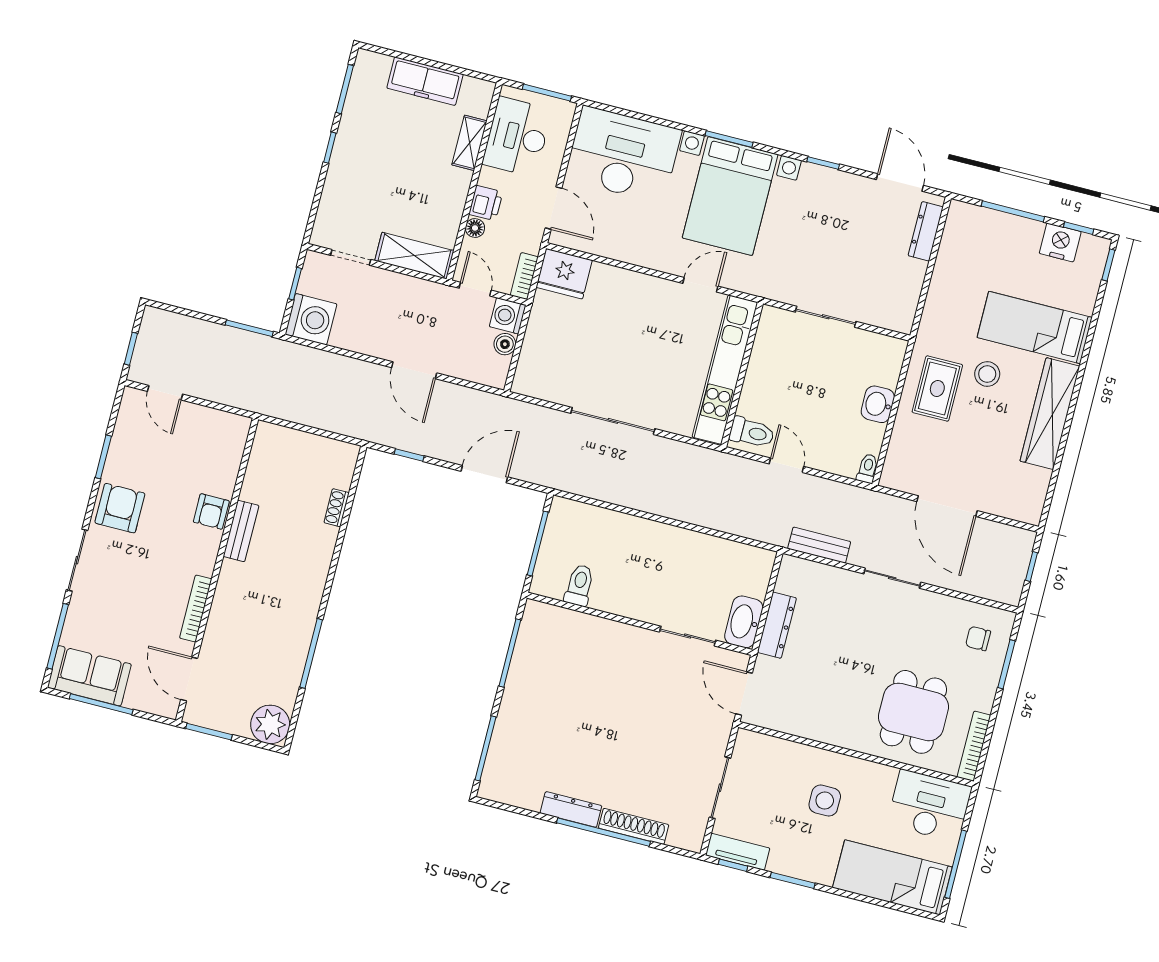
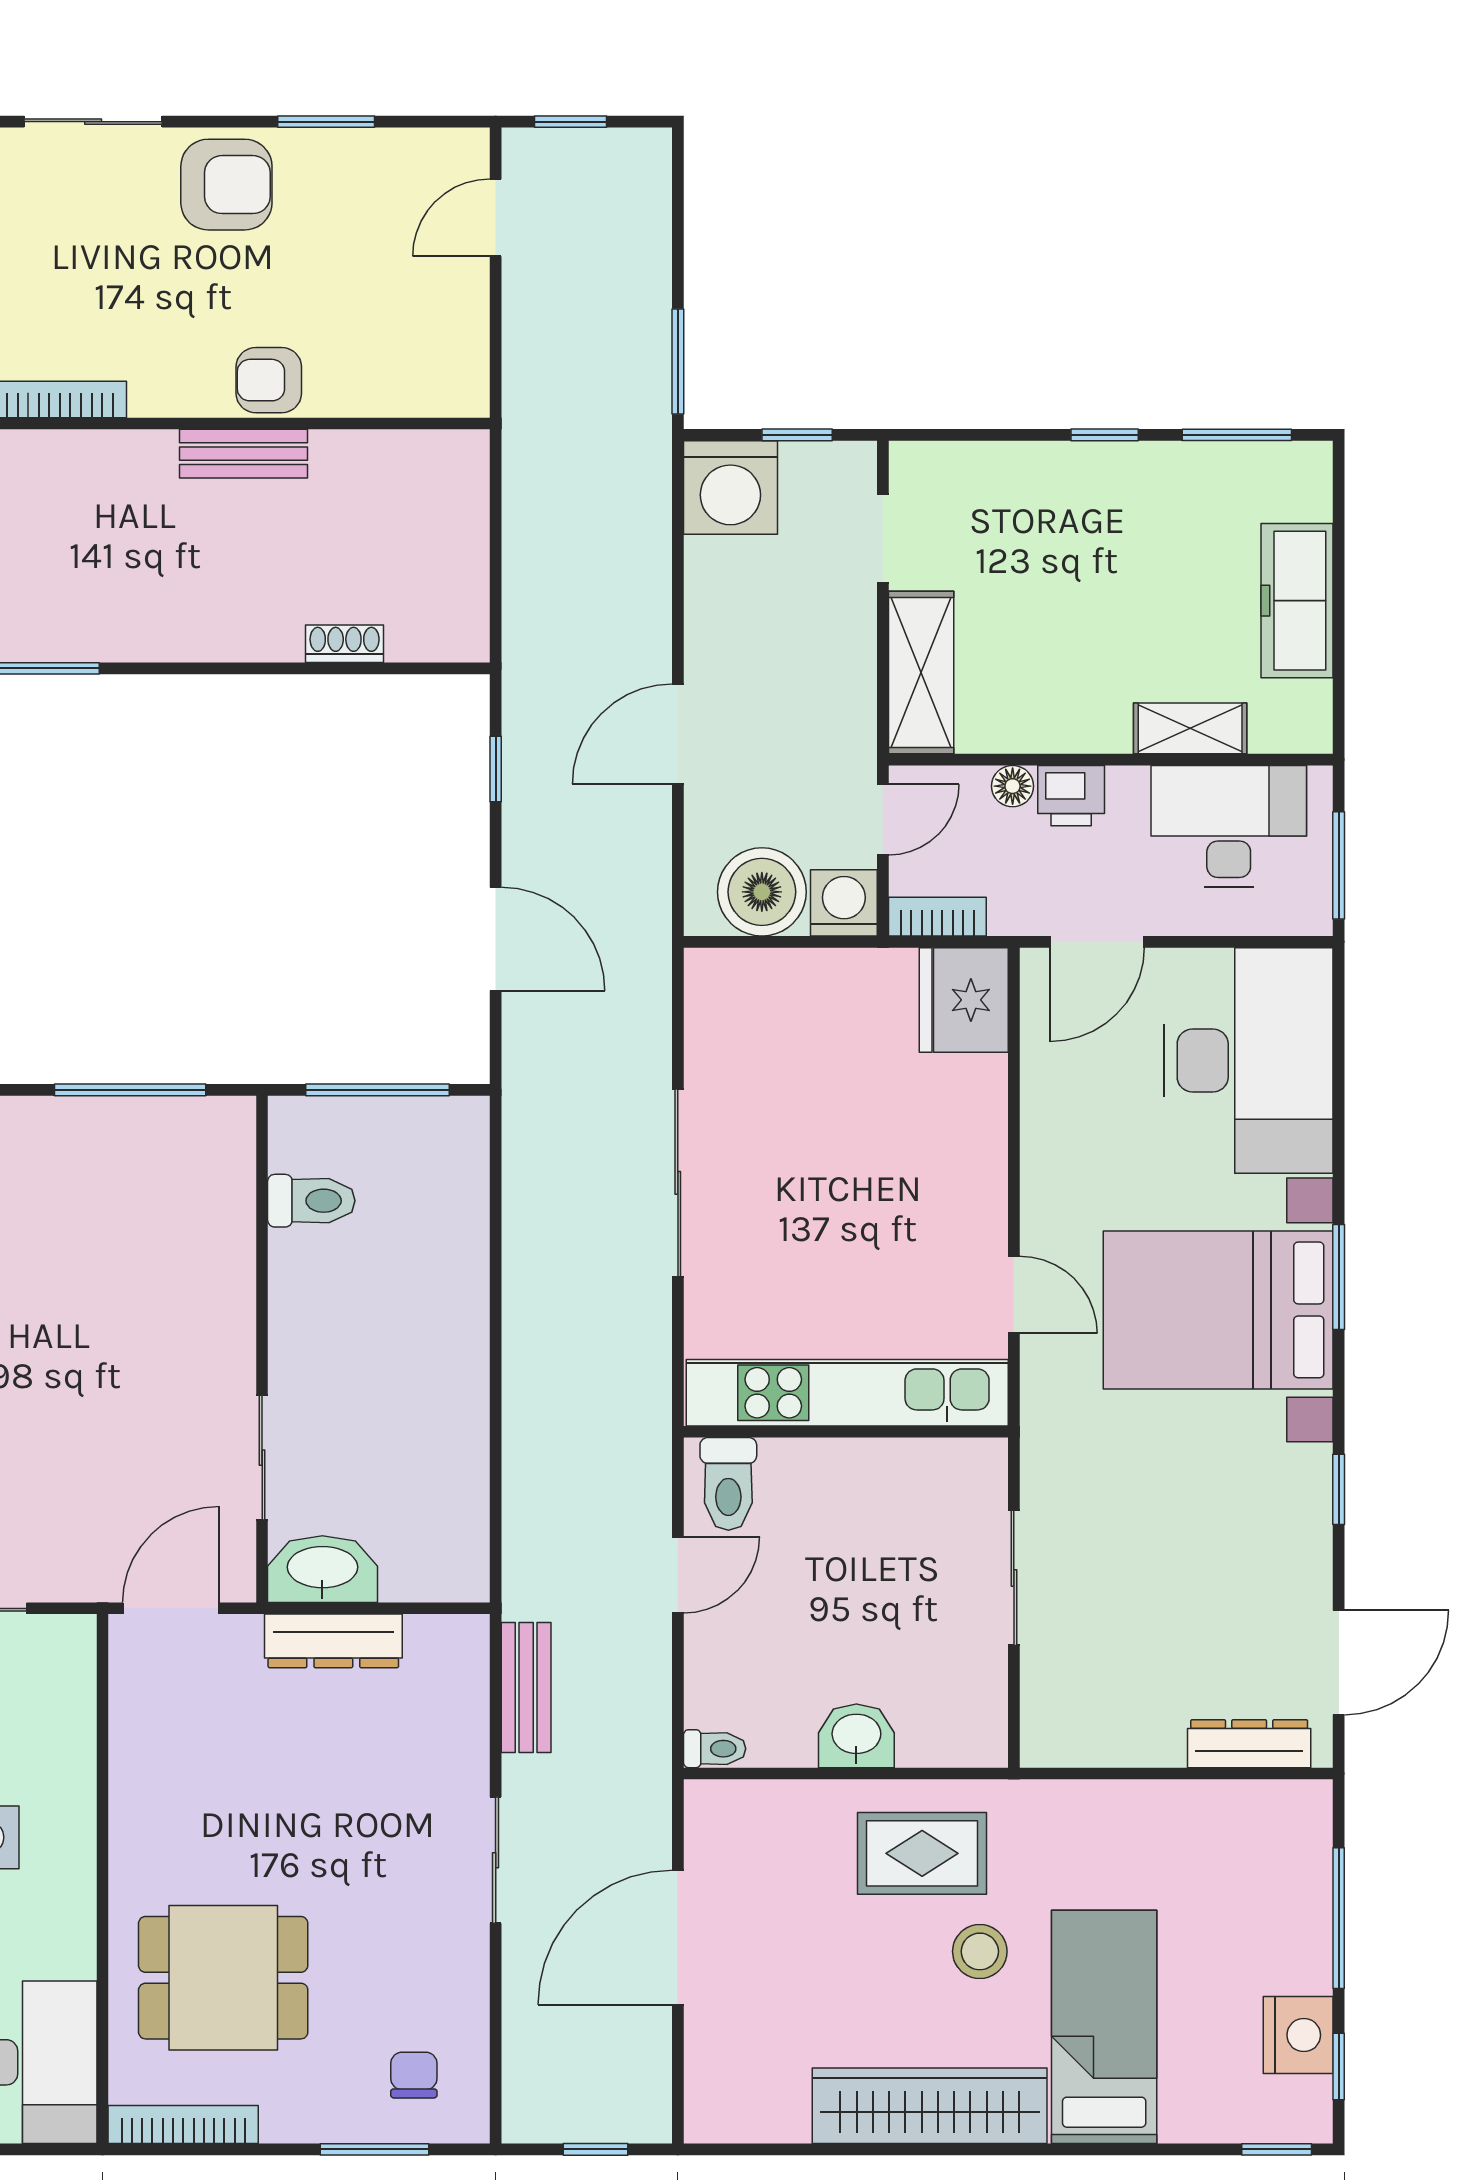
boiler: (505, 344) -> (762, 892), width x1.86, depth x1.86

